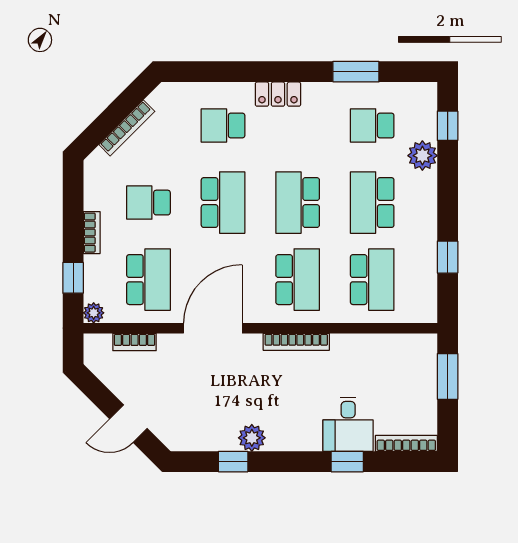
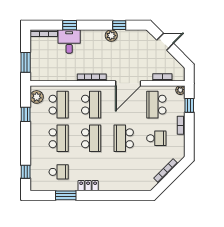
locker: (278, 94) -> (88, 186), moved
school desk: (223, 126) -> (124, 172), removed
plant: (422, 156) -> (37, 97), moved
school desk: (298, 280) -> (91, 105), turned 180
school desk: (372, 280) -> (59, 105), turned 180

